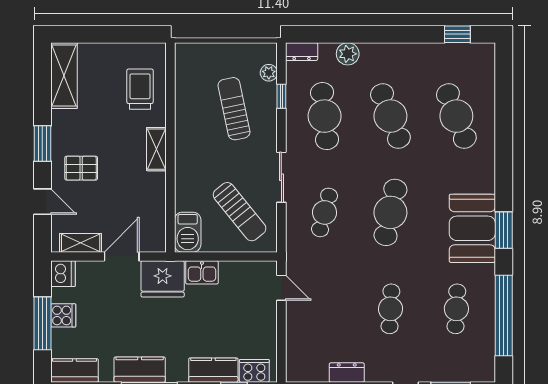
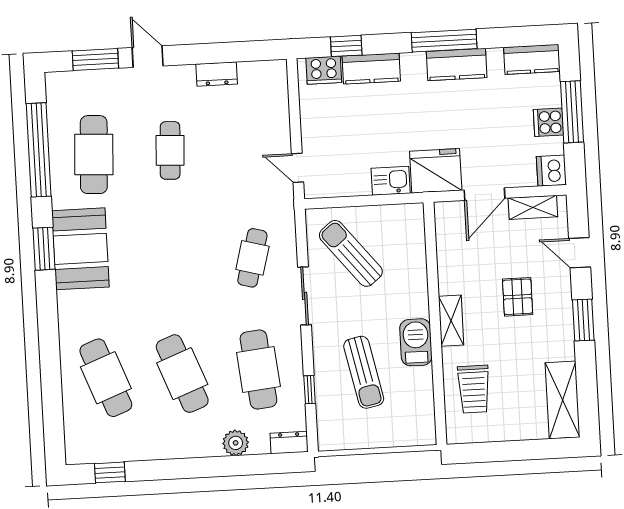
plant: (269, 73) -> (326, 416), removed
pallet: (81, 168) -> (518, 297), moved, turned 90
cafe table: (390, 212) -> (176, 262), removed
barbecue: (188, 232) -> (416, 342), moved
cafe table: (456, 309) -> (94, 155), width x1.37, depth x1.35

